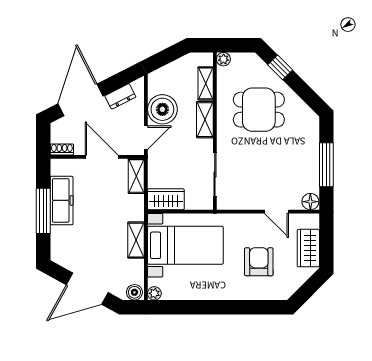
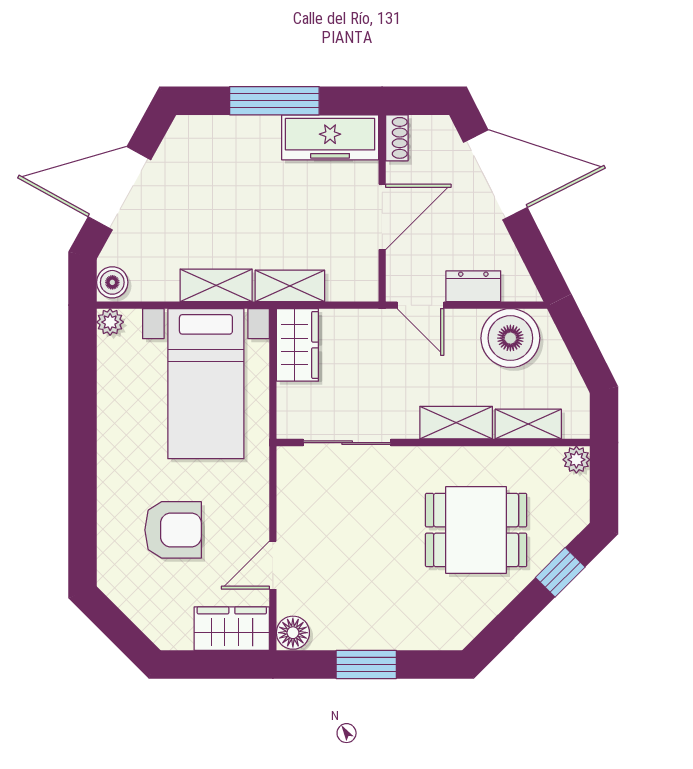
dresser: (120, 96) -> (473, 286), moved, turned 117
boiler: (162, 109) -> (510, 338), moved
dining table: (259, 110) -> (476, 530), turned 90
window: (326, 165) -> (366, 665), width x0.69
shelving: (136, 176) -> (290, 286), moved
freezer: (62, 200) -> (330, 137), moved
wardrobe: (308, 248) -> (232, 629), moved
door: (87, 289) -> (120, 188), hinge flipped

